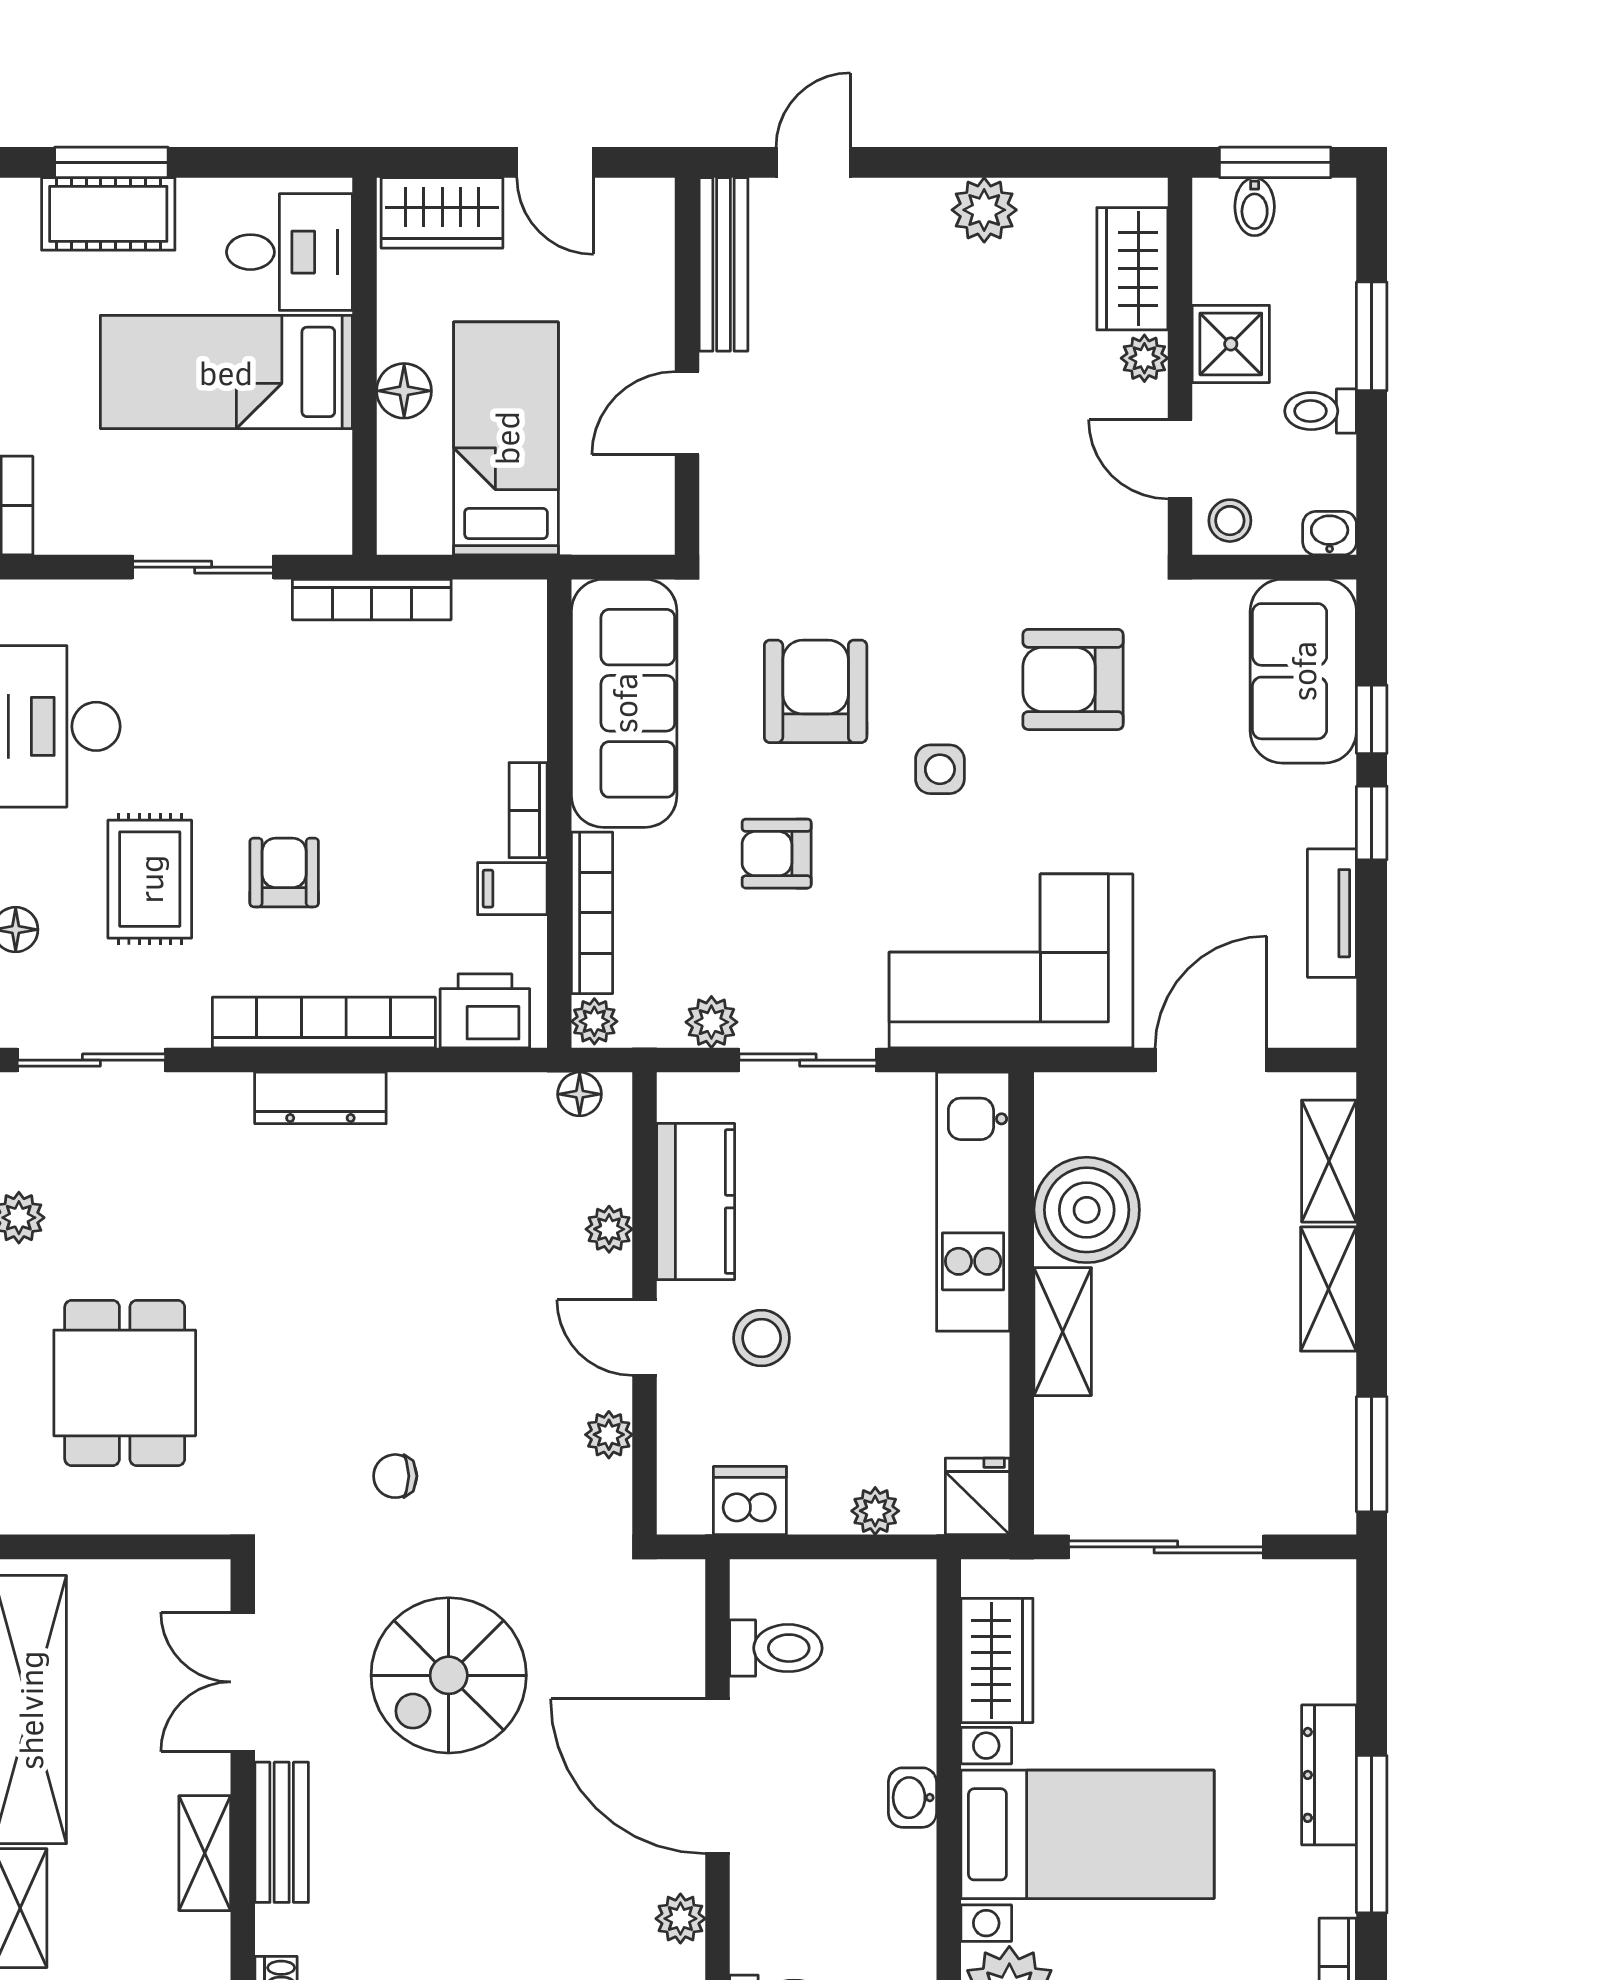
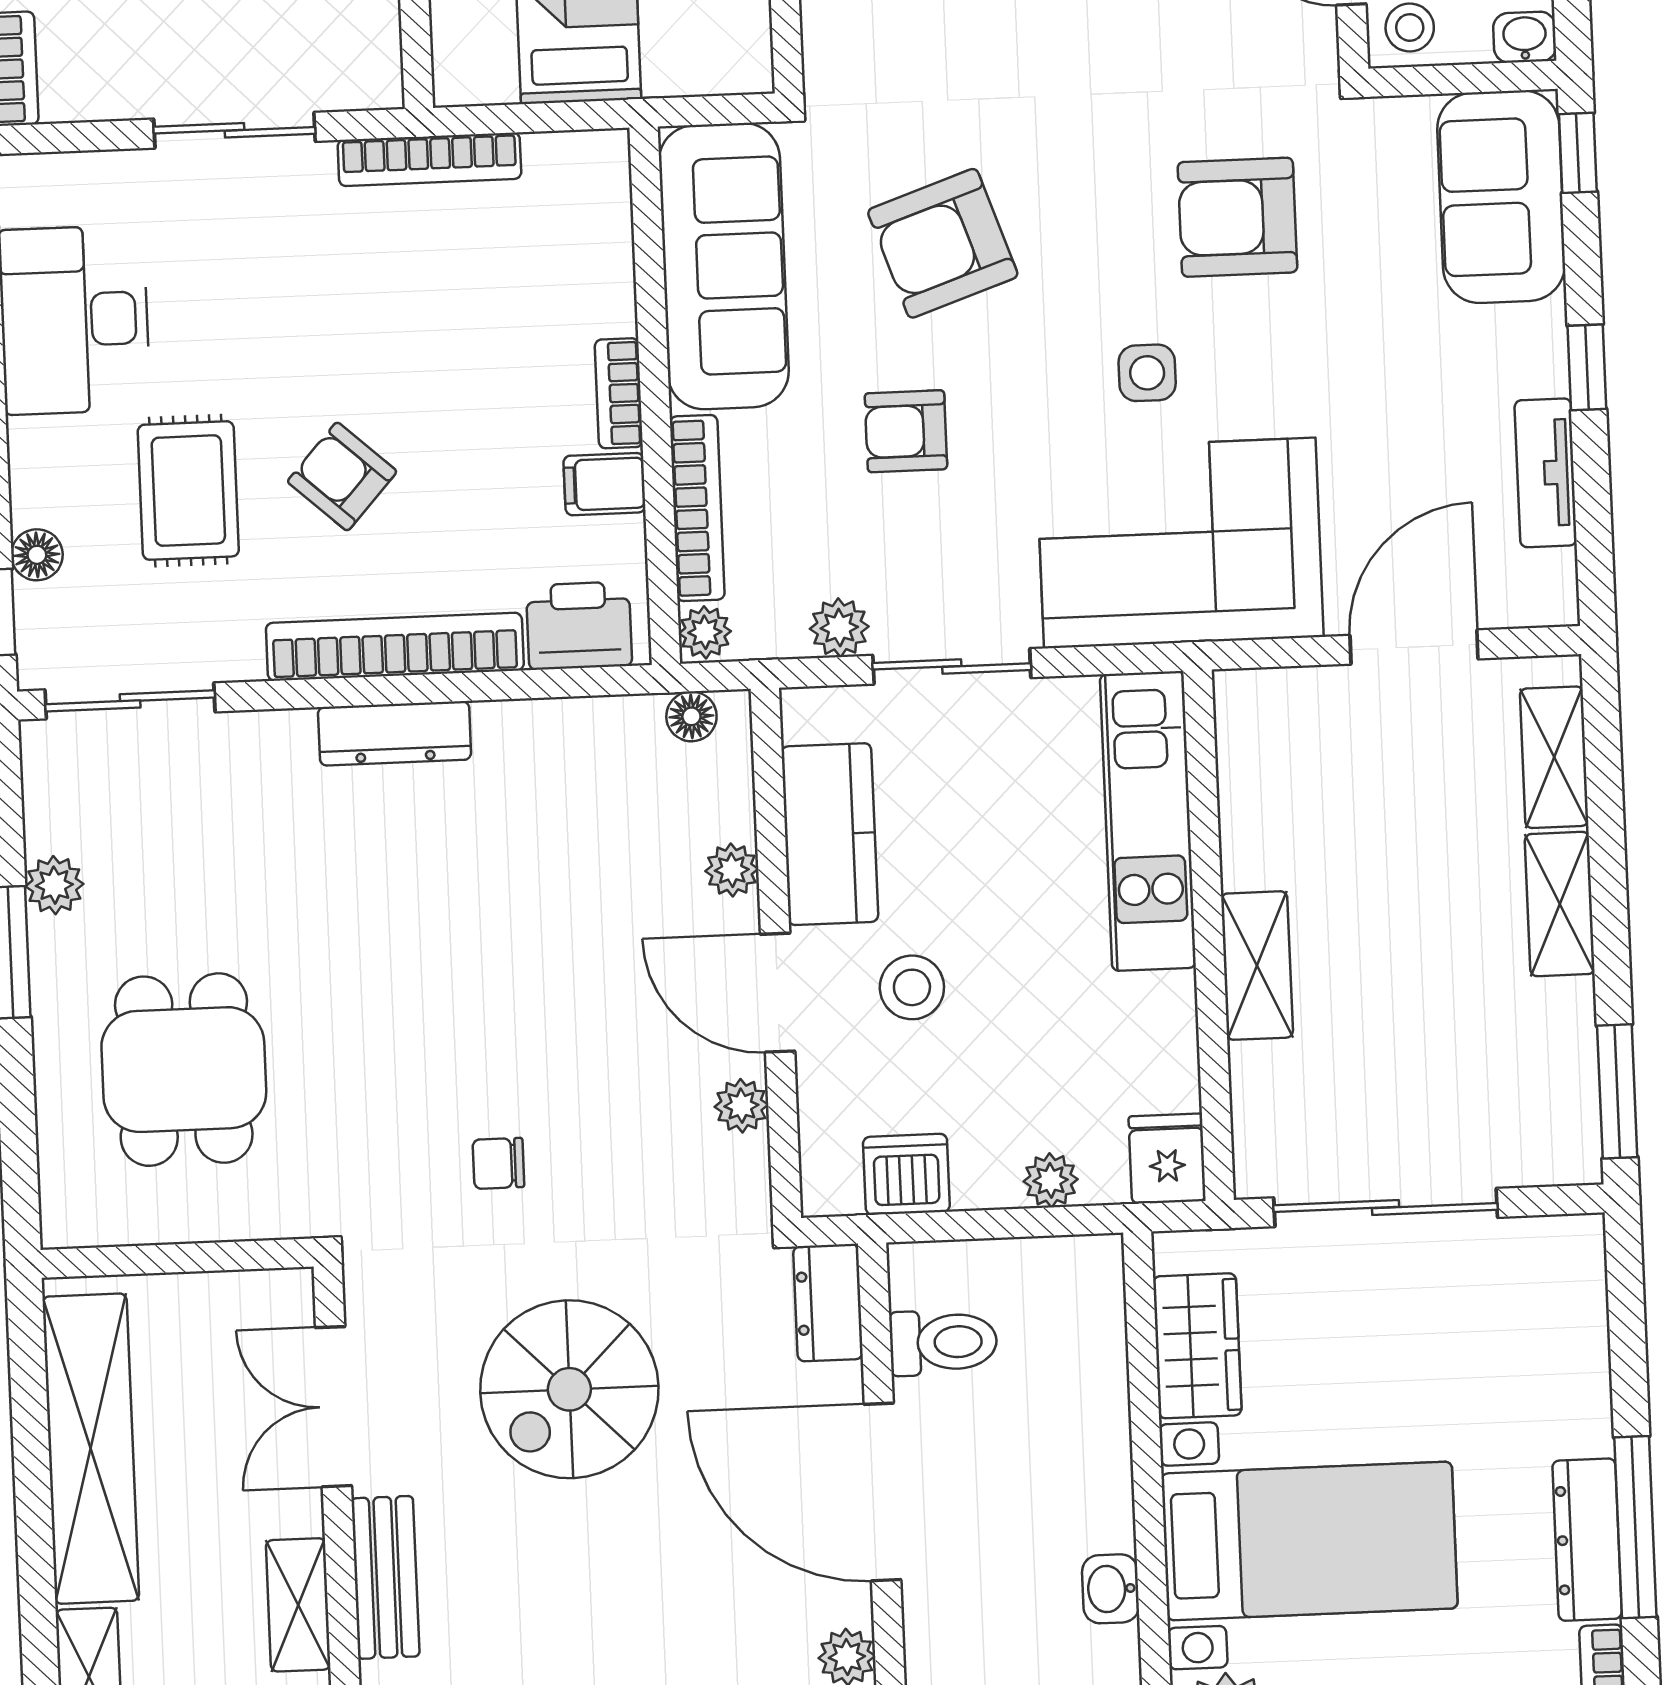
armchair: (816, 691) -> (943, 243), turned -109
window: (1372, 719) -> (1578, 153), moved
side table: (940, 769) -> (1147, 373), moved
armchair: (284, 872) -> (342, 476), turned -48
boiler: (1087, 1210) -> (1279, 825), removed
door: (644, 1338) -> (778, 993), width x1.38
dresser: (677, 1609) -> (828, 1303), added
dresser: (1329, 1775) -> (1587, 1540), moved
washbasin: (912, 1798) -> (1111, 1589), moved

